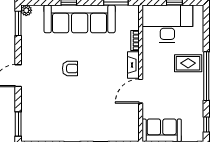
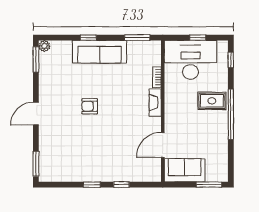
sofa: (80, 19) -> (100, 52), width x0.74, depth x0.79
armchair: (70, 68) -> (90, 106), turned 180
door: (141, 91) -> (163, 145), moved
window: (206, 125) -> (231, 60), moved

